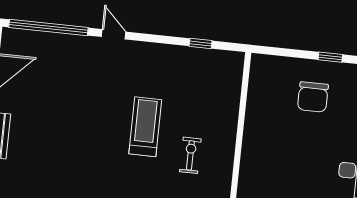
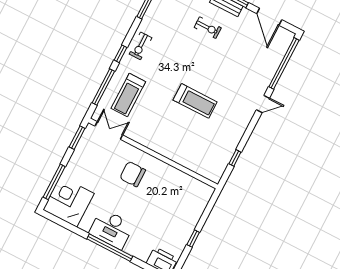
chair: (313, 97) -> (133, 174), moved
exercise bike: (190, 155) -> (208, 28), moved

